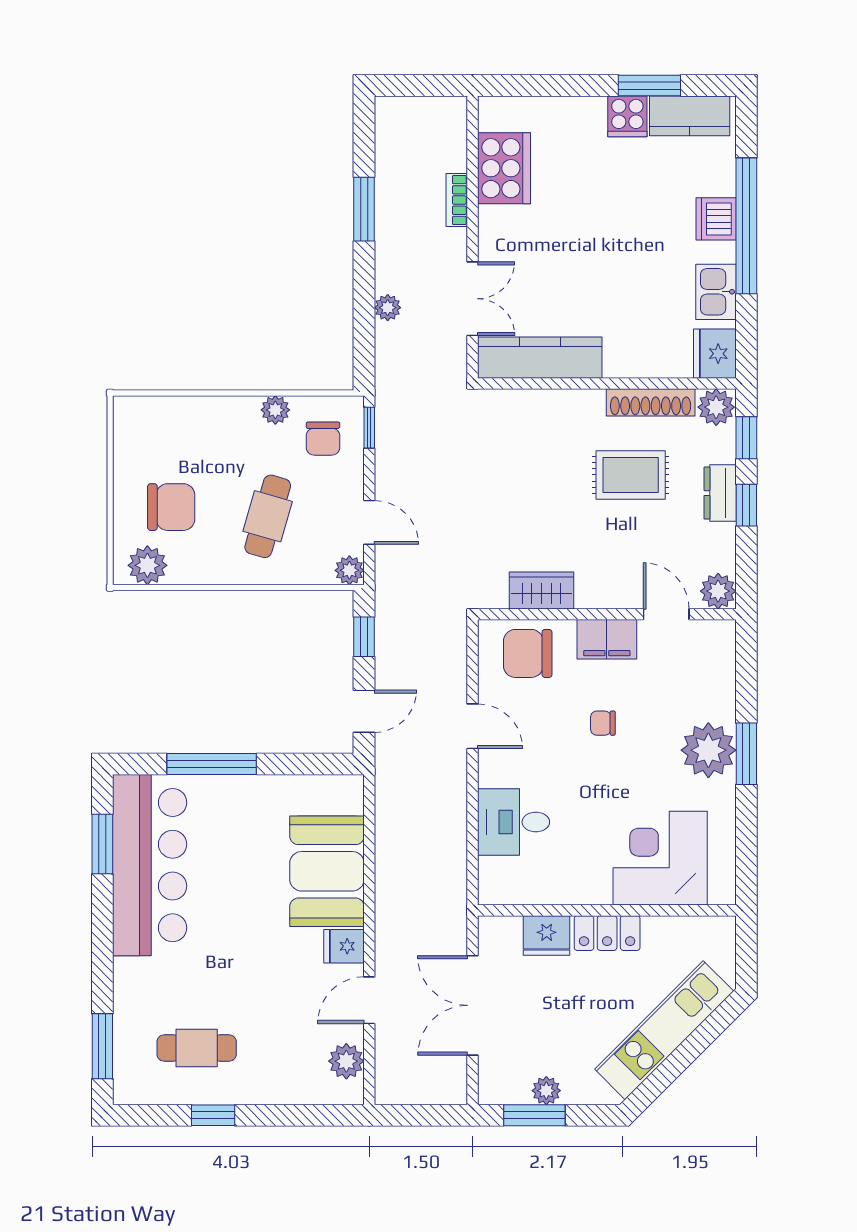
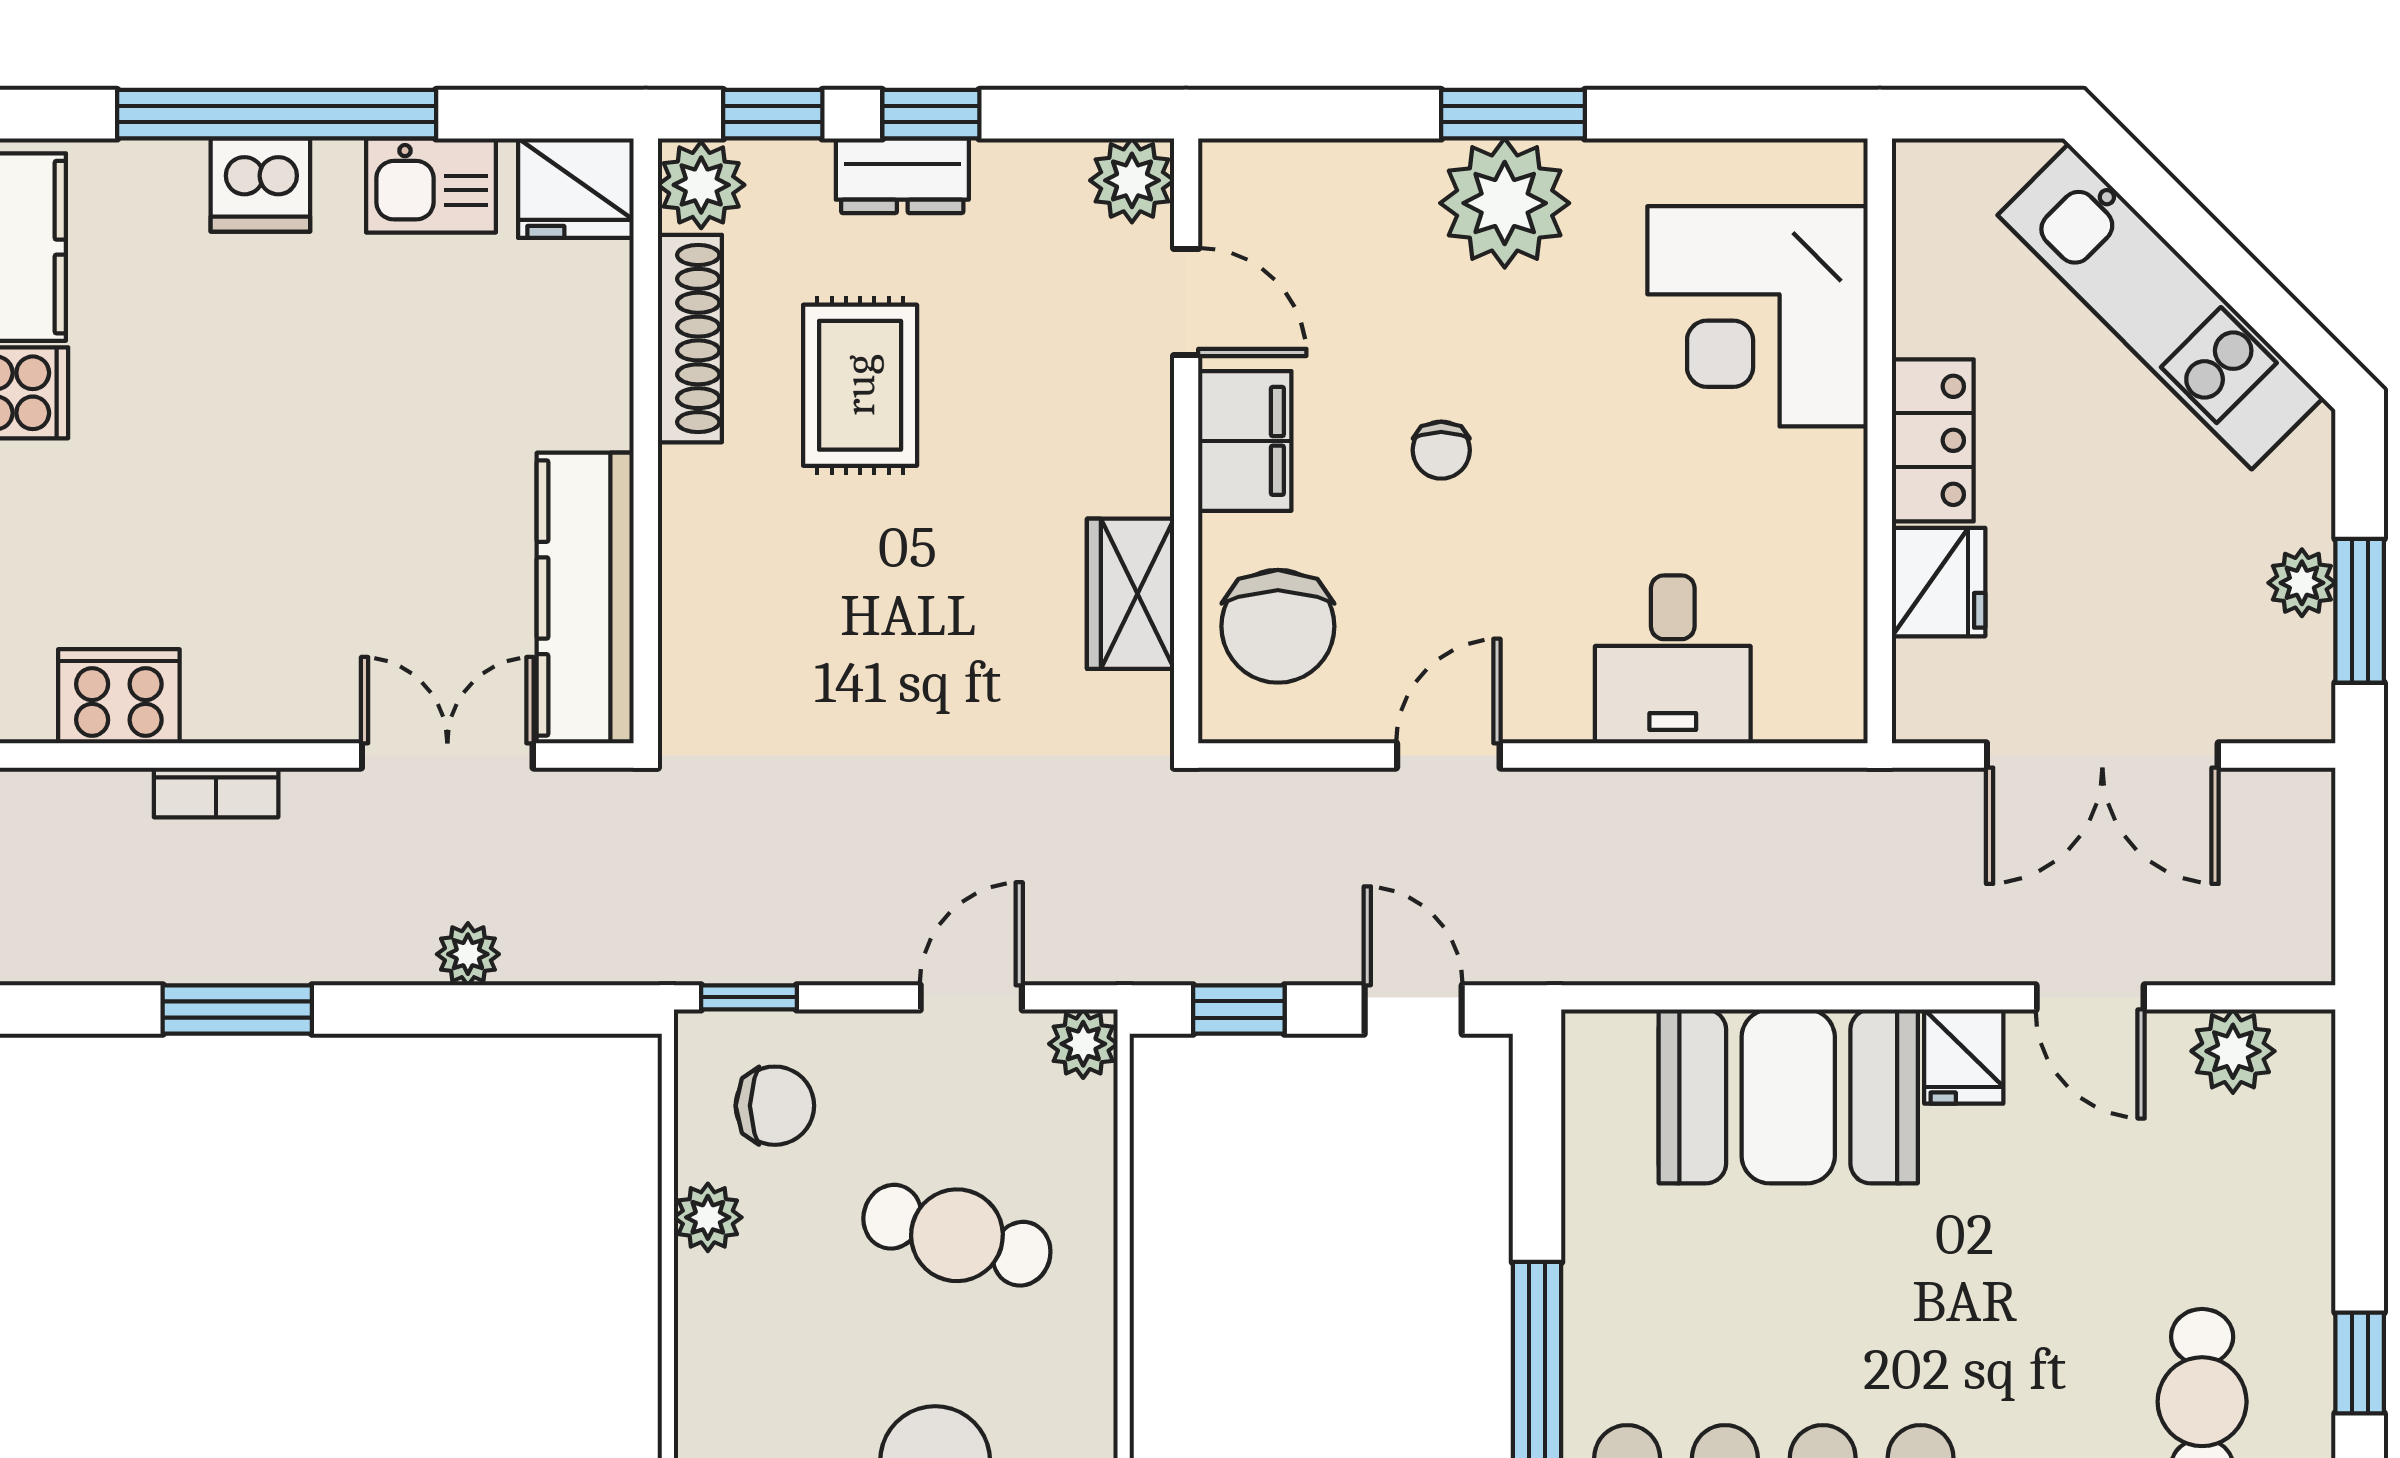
cooker: (504, 168) -> (119, 696), width x0.73, depth x0.76
door: (666, 614) -> (1186, 302), swing flipped

